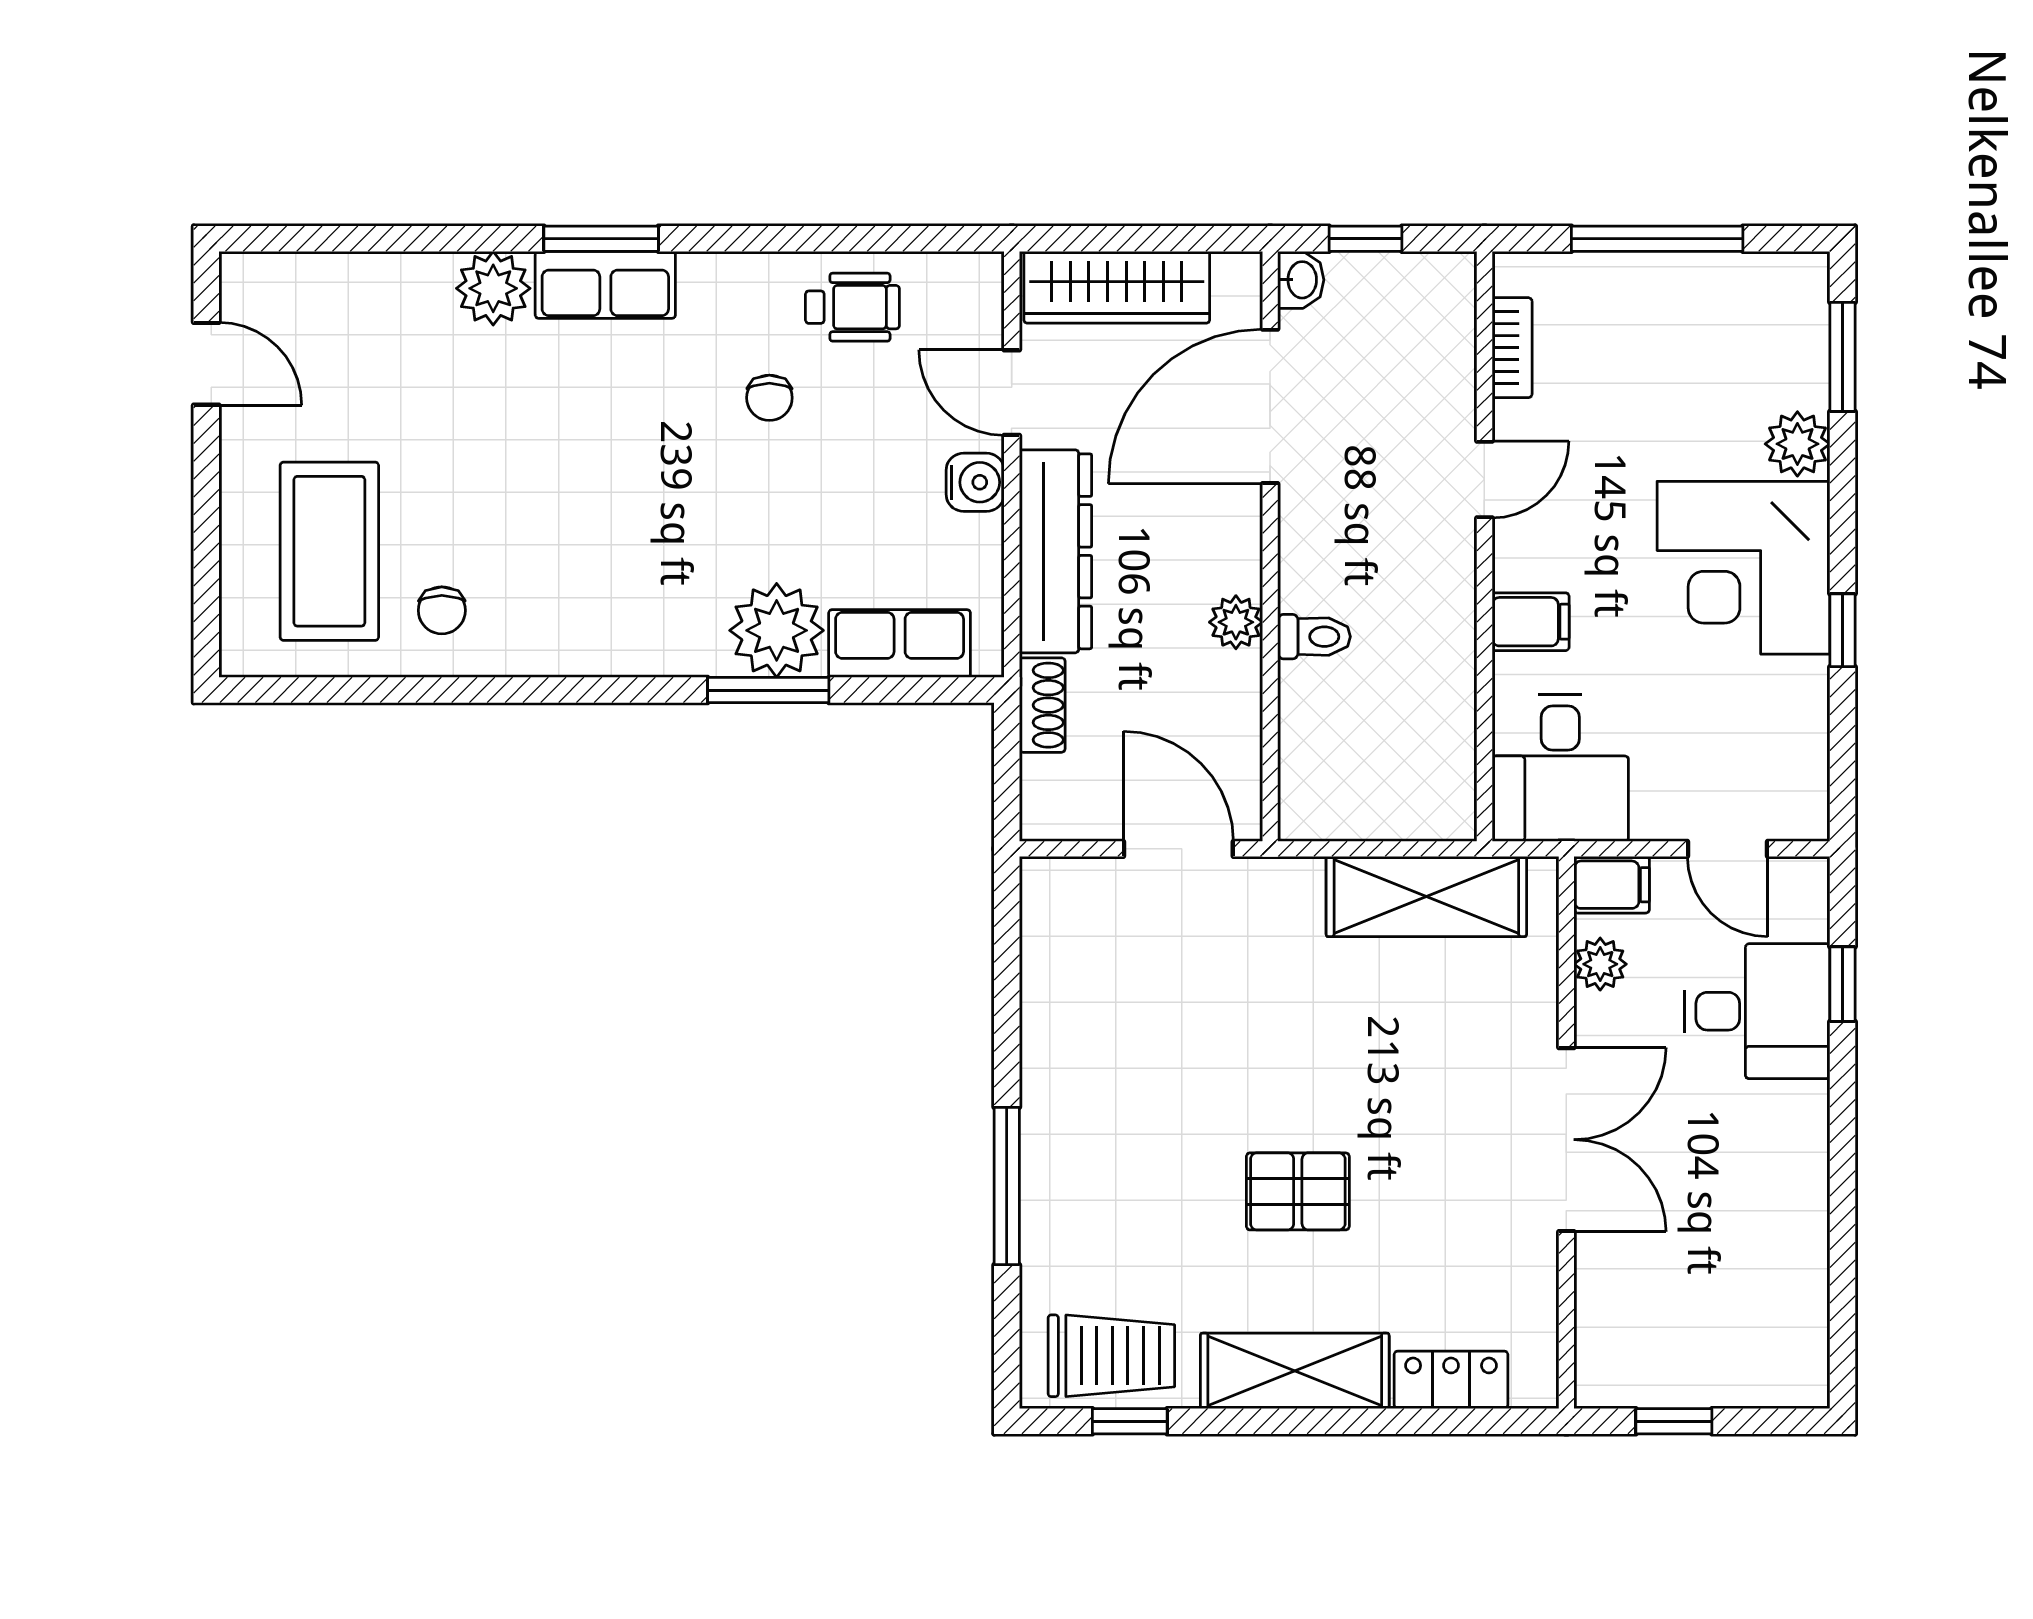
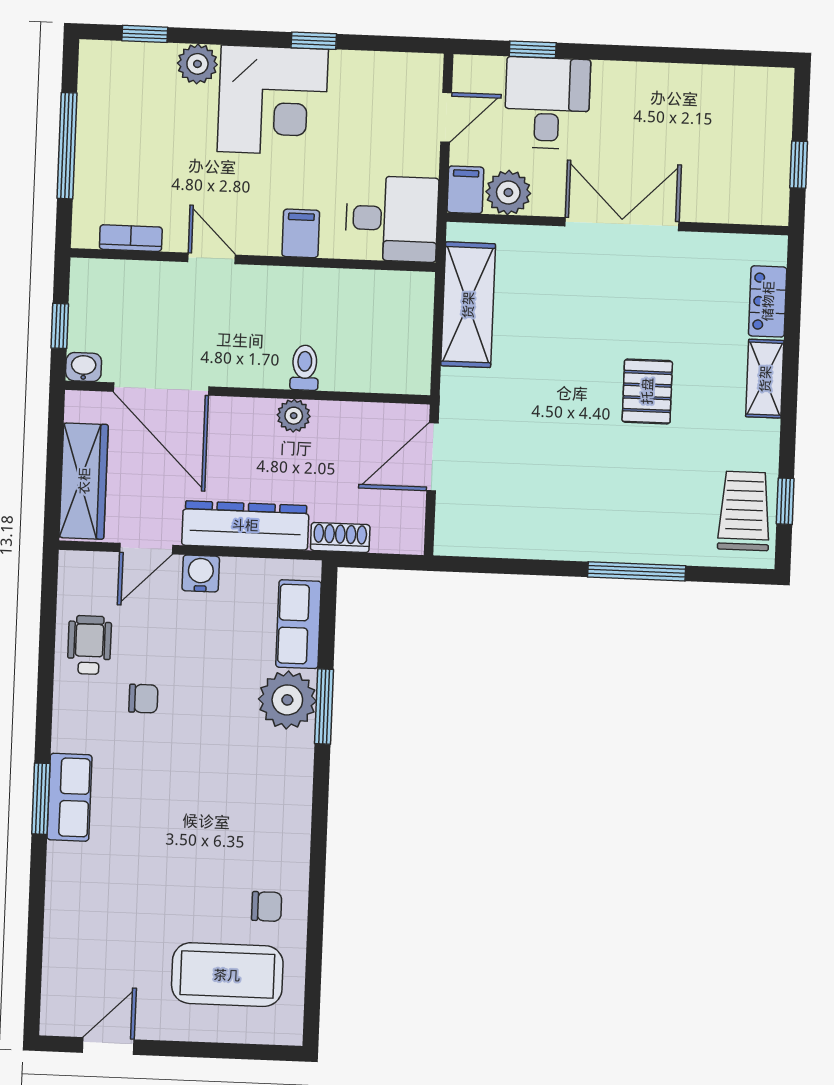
plant: (493, 288) -> (69, 867), removed
window: (1842, 357) -> (145, 34), width x0.67
plant: (1600, 964) -> (508, 192), width x1.38, depth x1.38
shelving: (1295, 1371) -> (765, 379), width x0.67, depth x0.75

